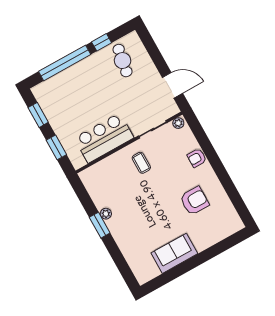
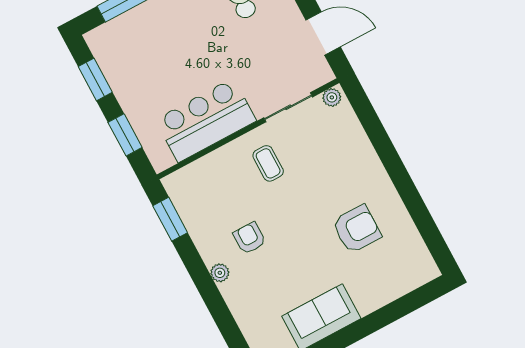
armchair: (197, 158) -> (249, 238), moved, turned 90
plant: (106, 214) -> (220, 273), moved
window: (100, 225) -> (170, 219), moved

